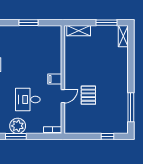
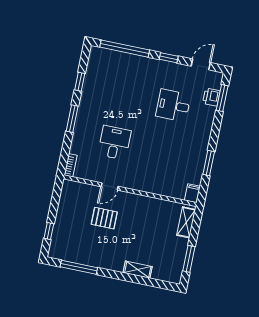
shelving: (123, 36) -> (138, 270), moved
filing cabinet: (55, 79) -> (192, 193), moved
door: (63, 96) -> (110, 187), hinge flipped
plant: (18, 126) -> (85, 123), removed

